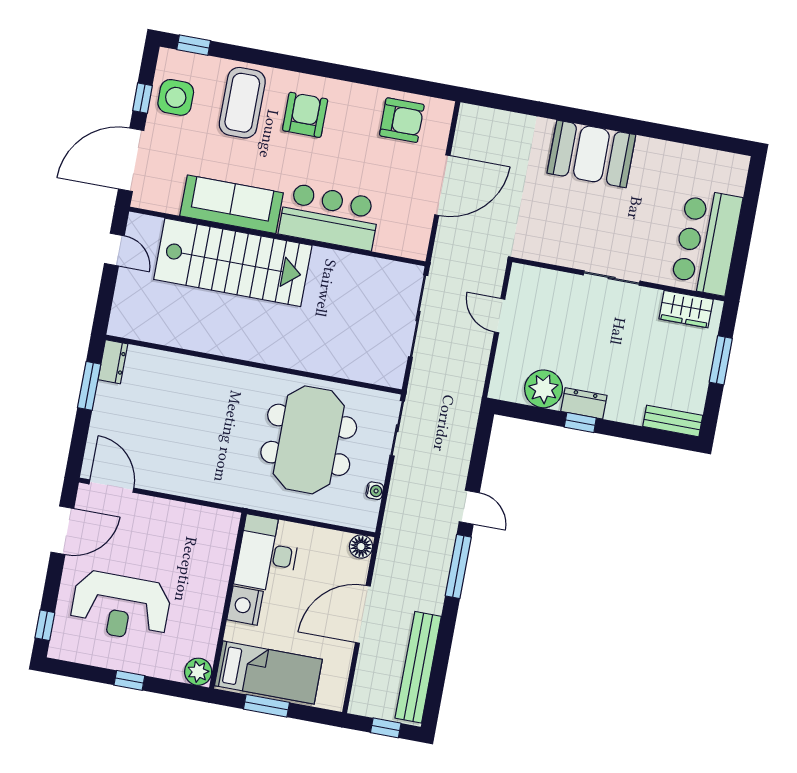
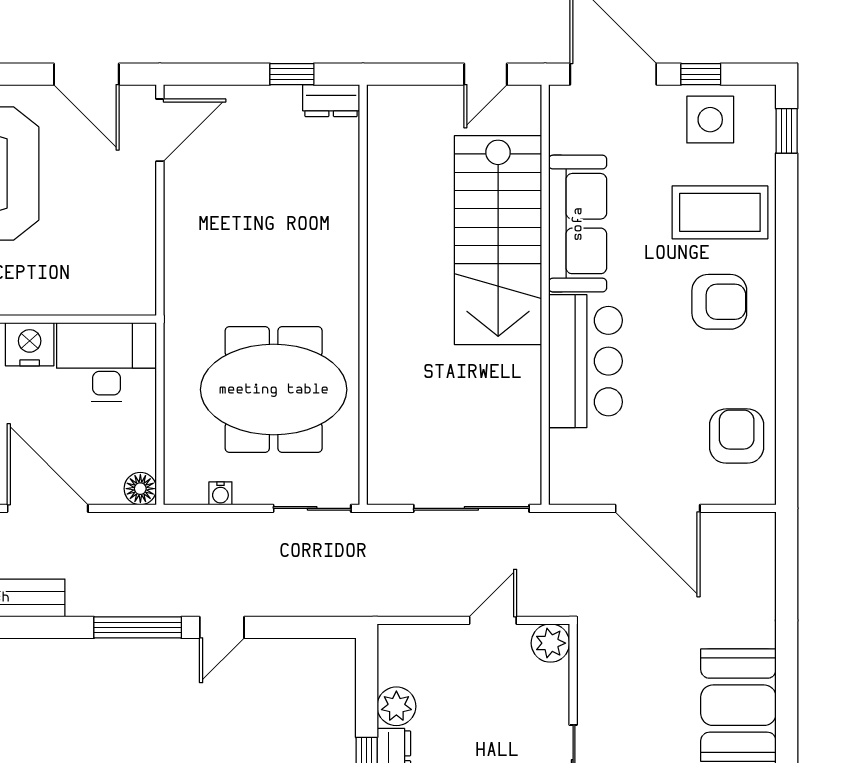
armchair: (402, 120) -> (737, 436), turned 180
plant: (523, 278) -> (550, 643), added
window: (89, 386) -> (292, 74), width x0.67
plant: (544, 389) -> (396, 706), width x0.73, depth x0.73

